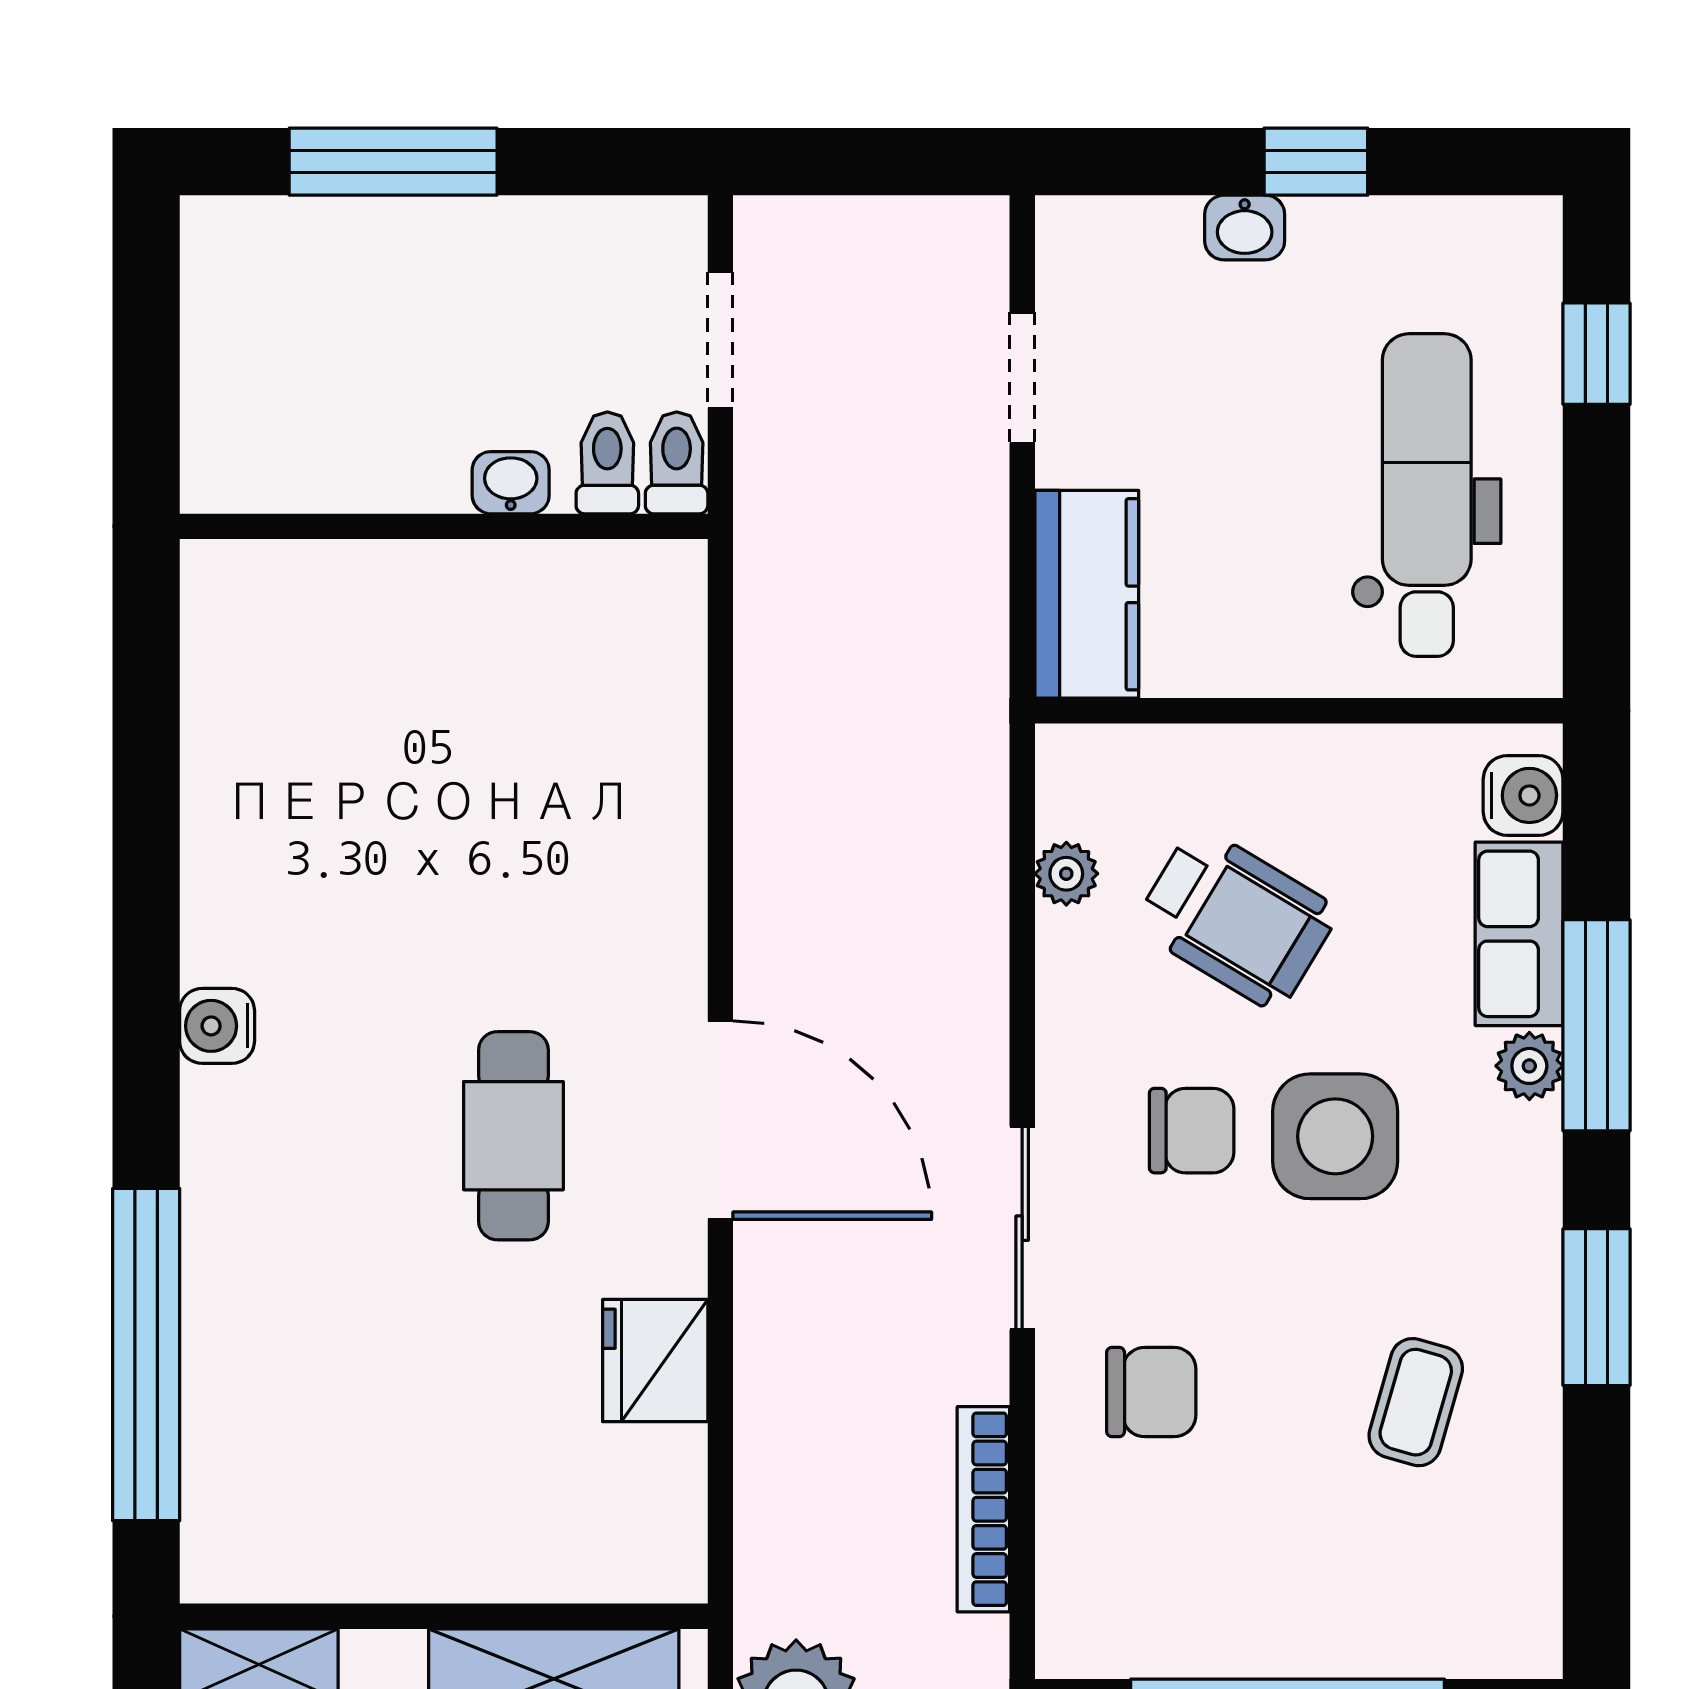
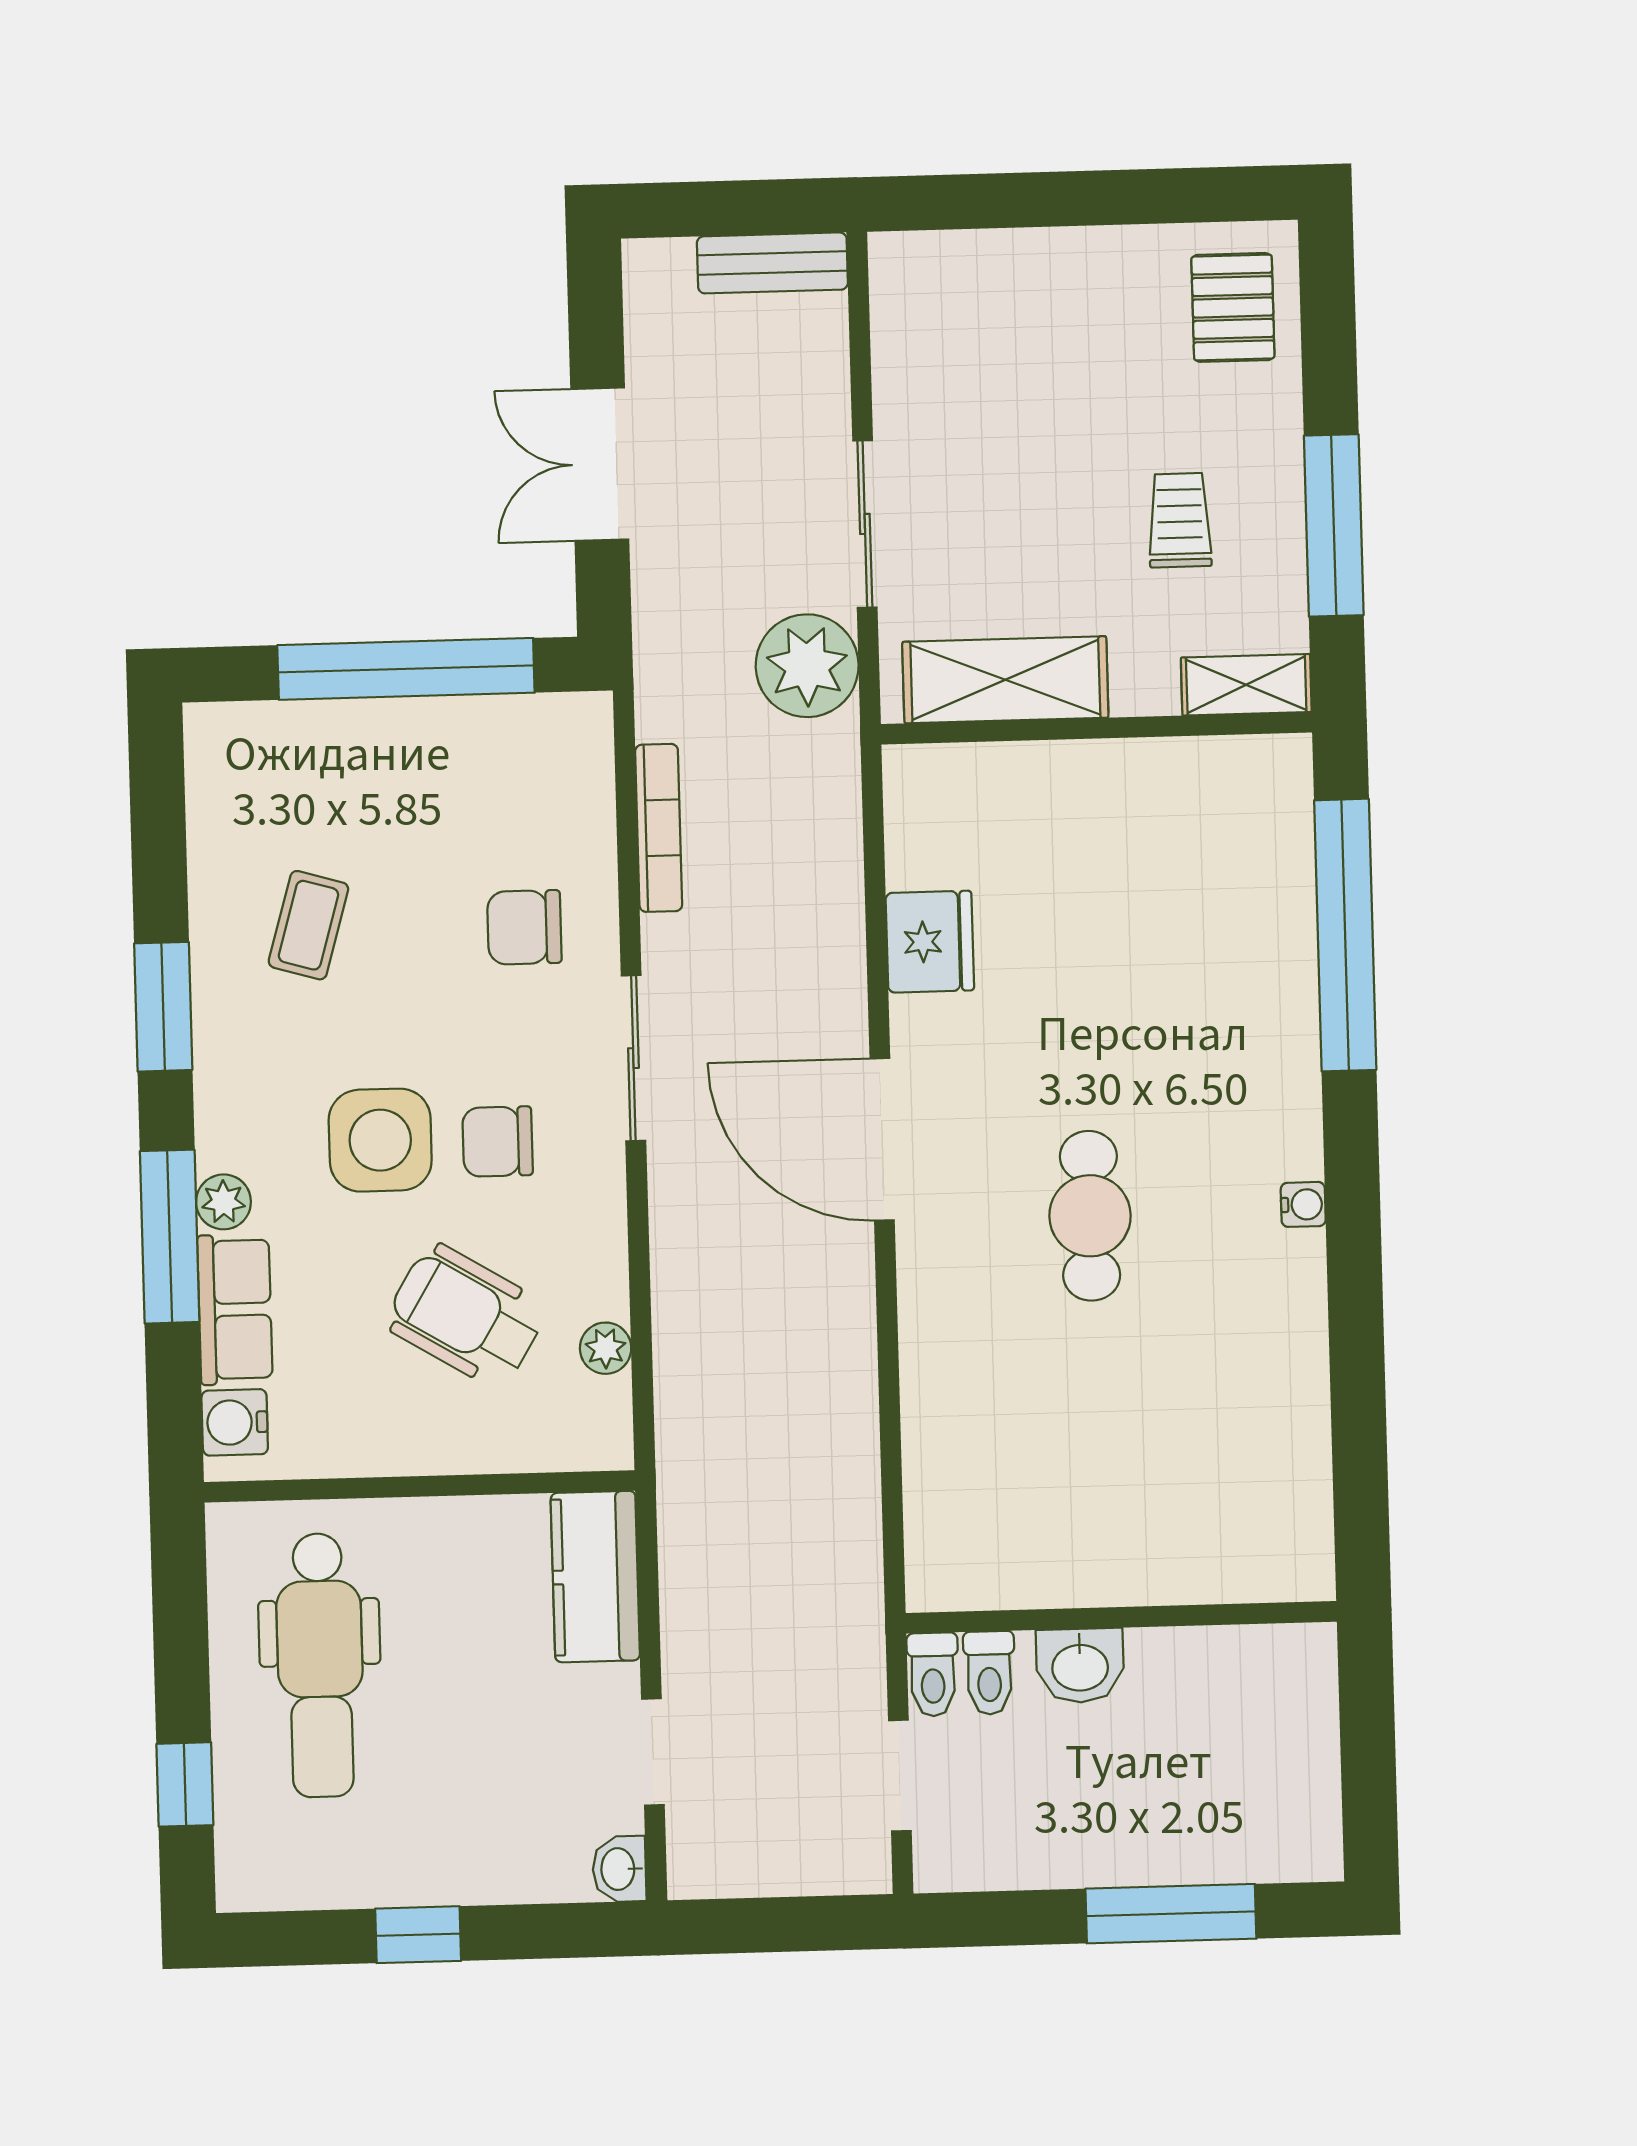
washbasin: (1245, 228) -> (619, 1869), moved, turned -90
washbasin: (511, 483) -> (1080, 1666), width x1.38, depth x1.45
water cooler: (217, 1026) -> (1303, 1204), width x0.72, depth x0.72
cafe table: (513, 1136) -> (1090, 1216), moved

